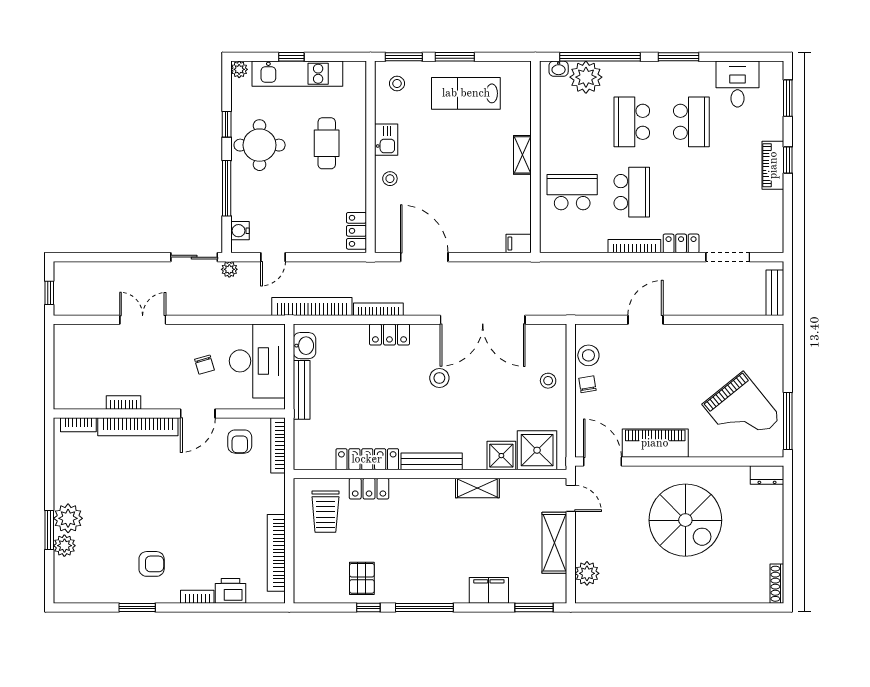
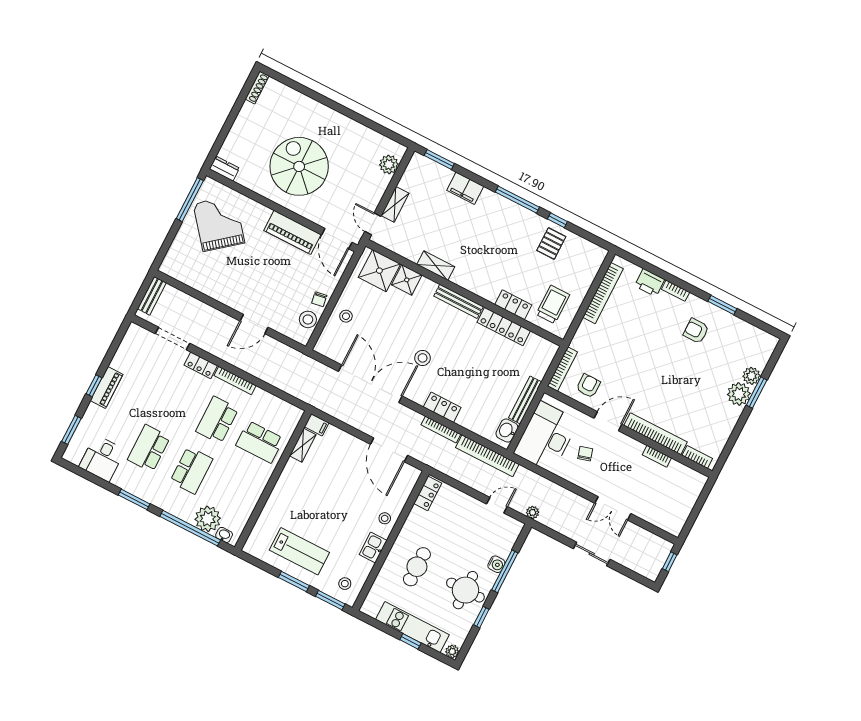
shelving: (522, 155) -> (303, 445), moved
water cooler: (240, 231) -> (496, 564), moved
sliding door: (194, 257) -> (592, 554), moved
shelving: (554, 543) -> (395, 204), width x0.67, depth x0.75

